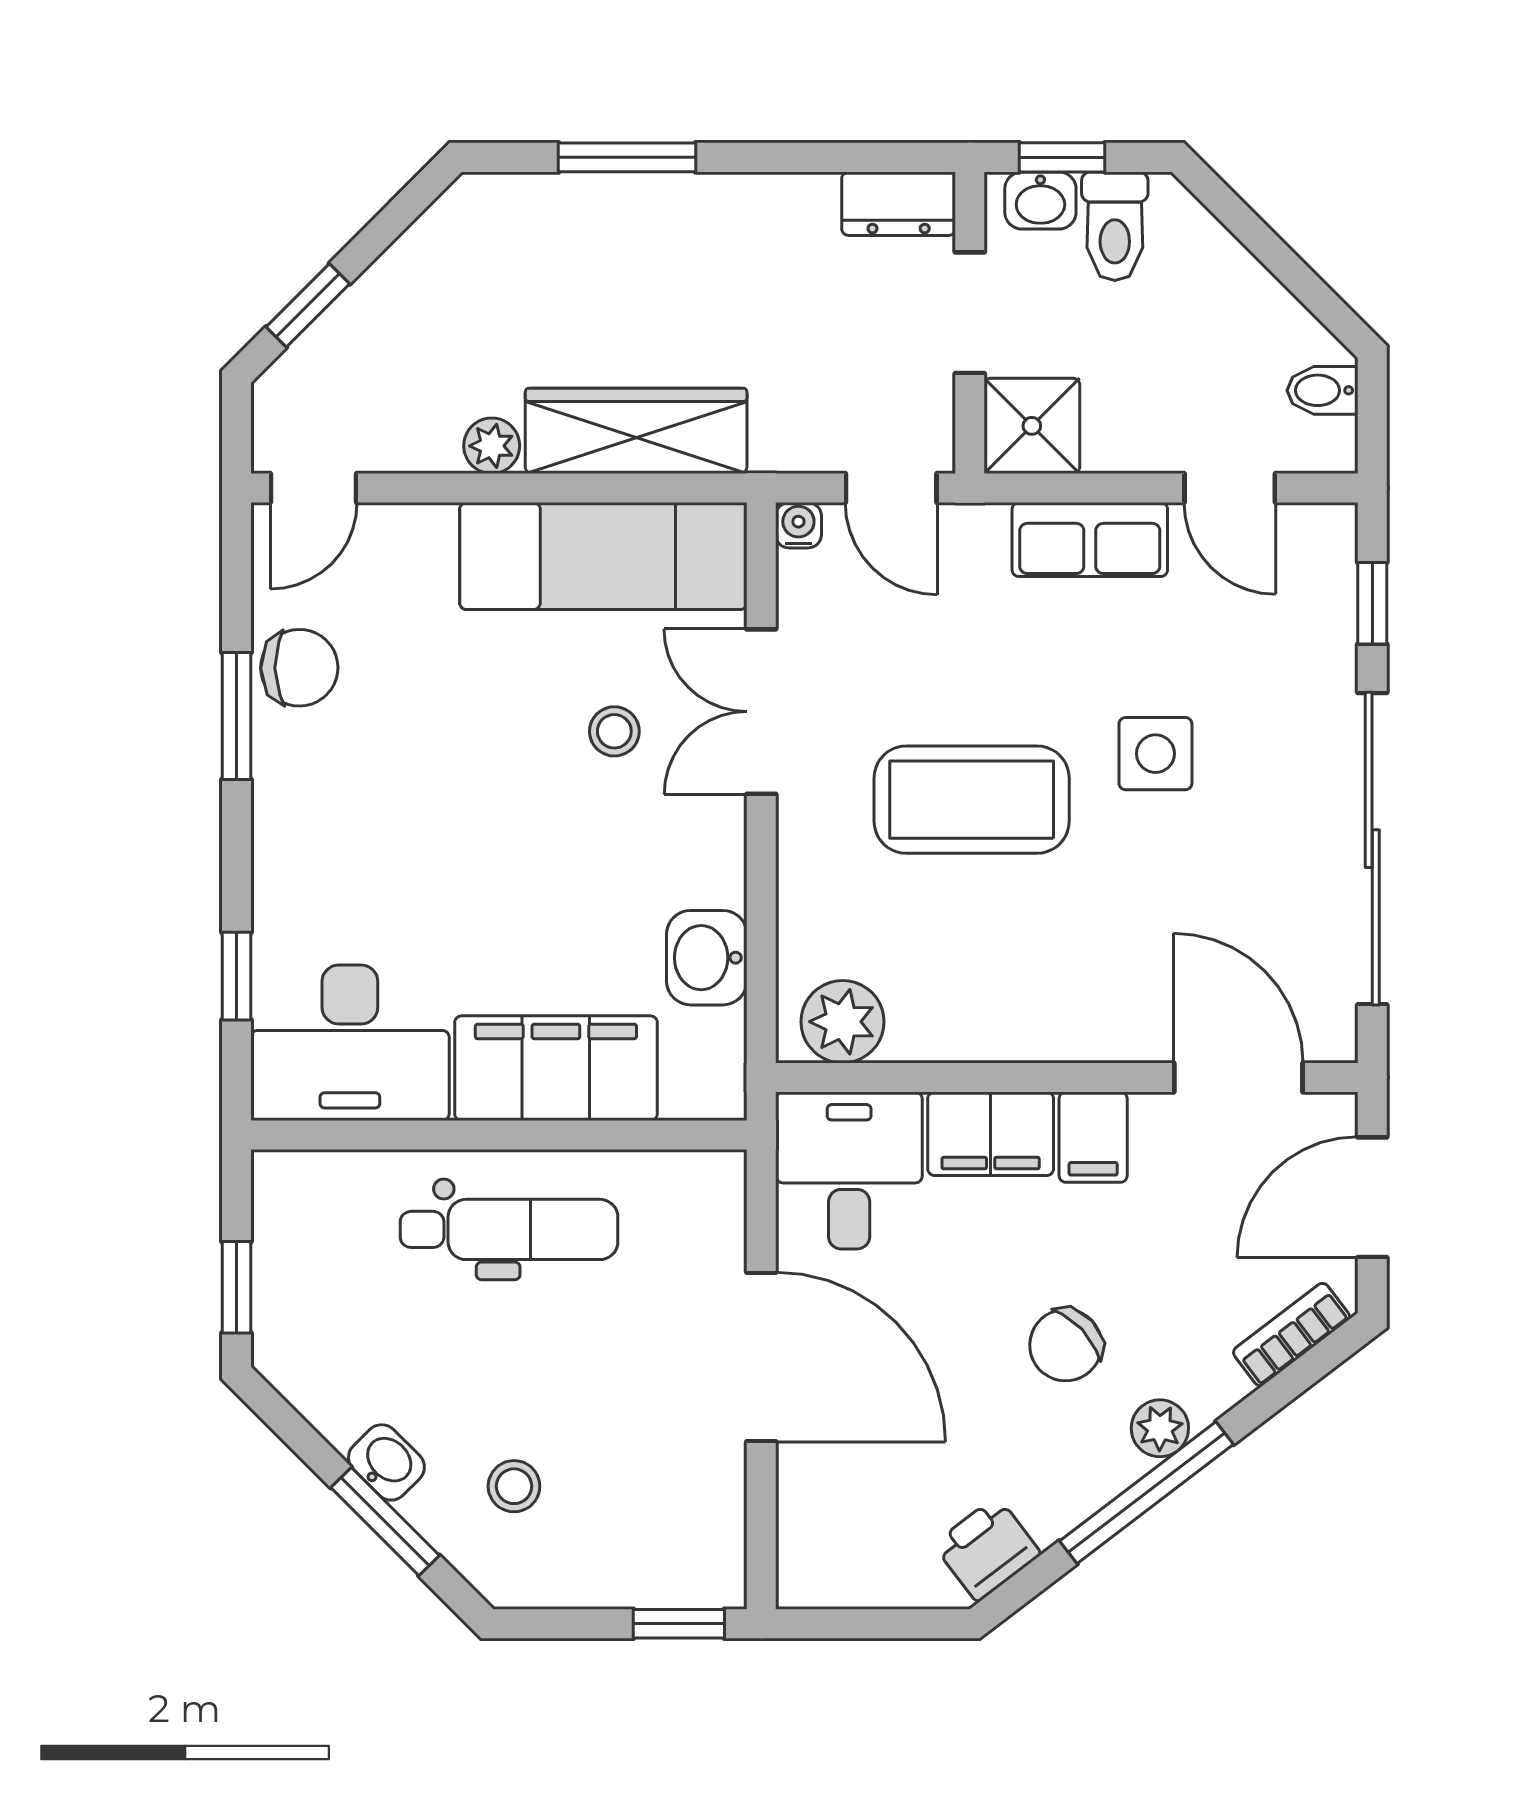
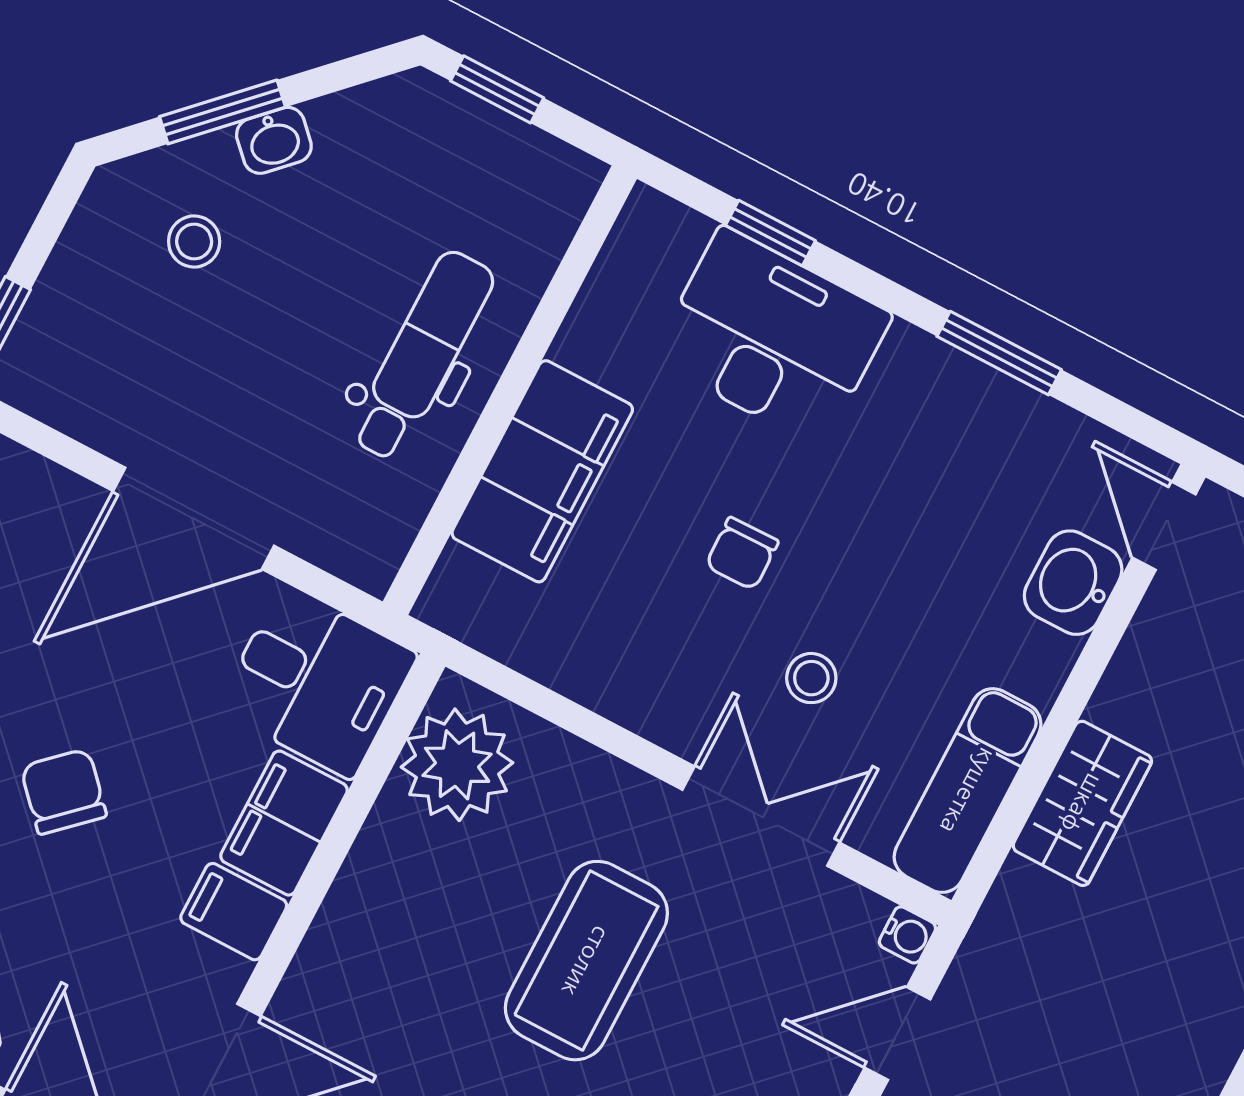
wardrobe: (636, 431) -> (1082, 803), width x0.67
plant: (492, 446) -> (1119, 702), removed
exam couch: (603, 556) -> (968, 791), width x0.73, depth x0.69
chair: (299, 668) -> (742, 553), moved, width x0.73, depth x0.73
washbasin: (707, 958) -> (1073, 583), moved, turned -90
plant: (843, 1022) -> (457, 765), width x1.36, depth x1.36
desk: (350, 1043) -> (772, 337), moved, turned 90
dental chair: (509, 1229) -> (422, 356), turned 180

